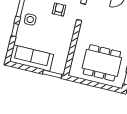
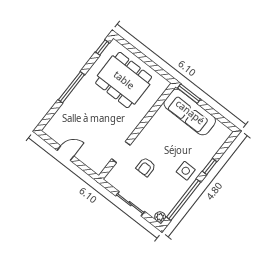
sofa: (32, 58) -> (190, 112), moved

